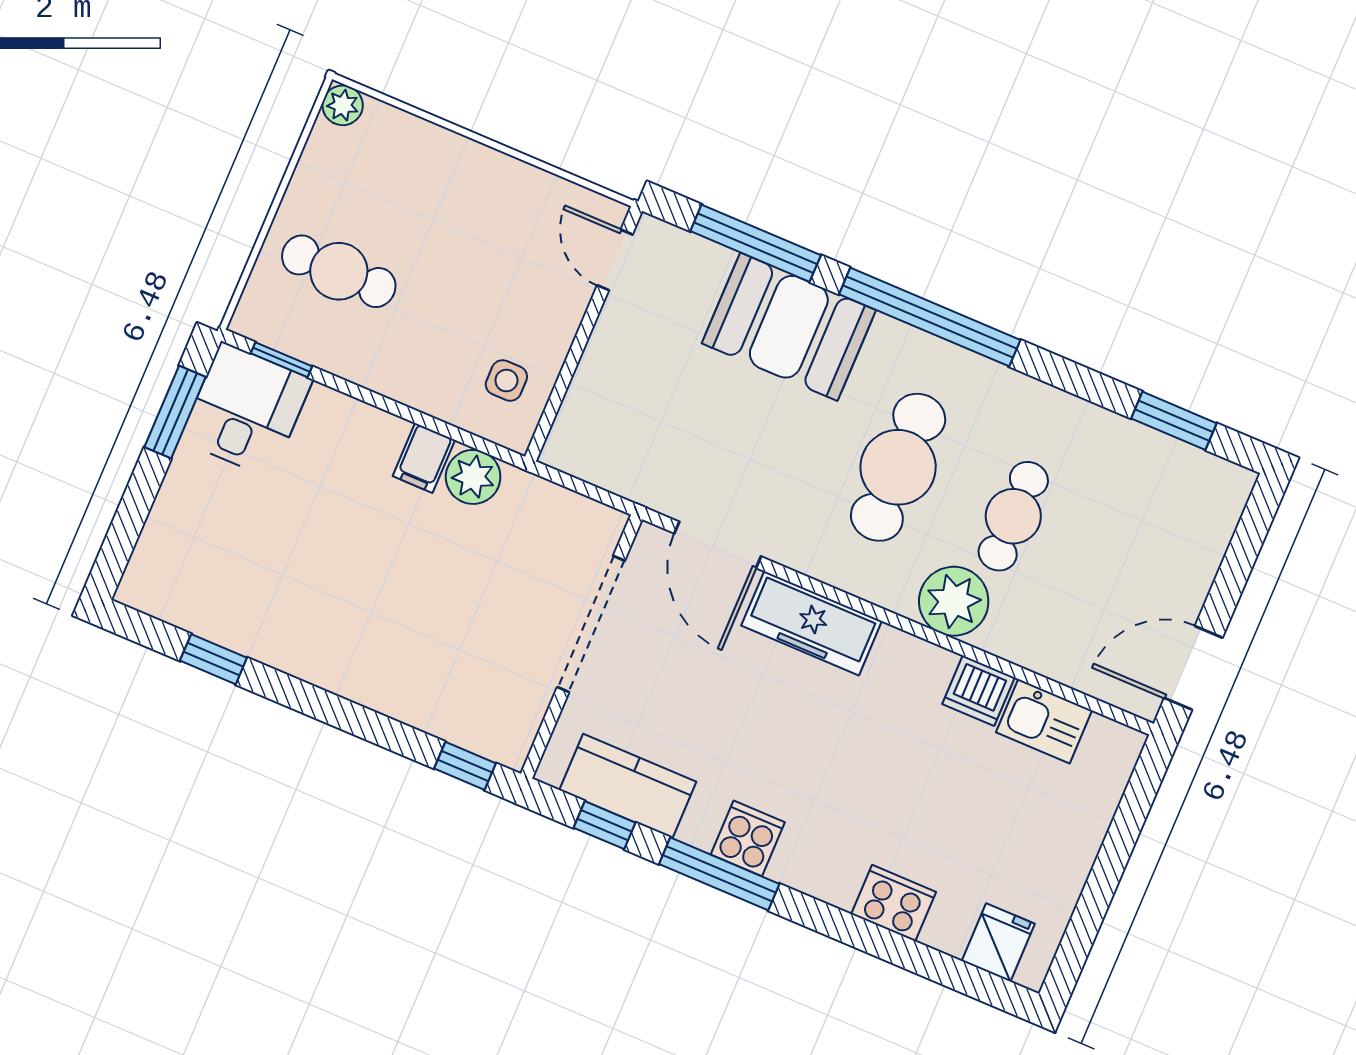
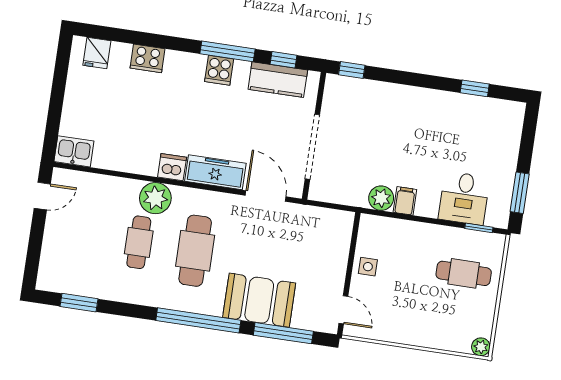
side table: (506, 380) -> (368, 267), moved
desk: (246, 410) -> (464, 198), moved
door: (1193, 668) -> (42, 196), width x0.73
dishwasher: (979, 691) -> (172, 167), moved
kitchen sink: (1044, 721) -> (74, 151), moved

